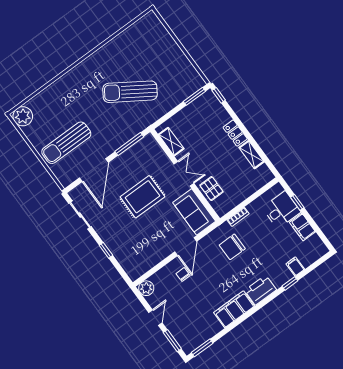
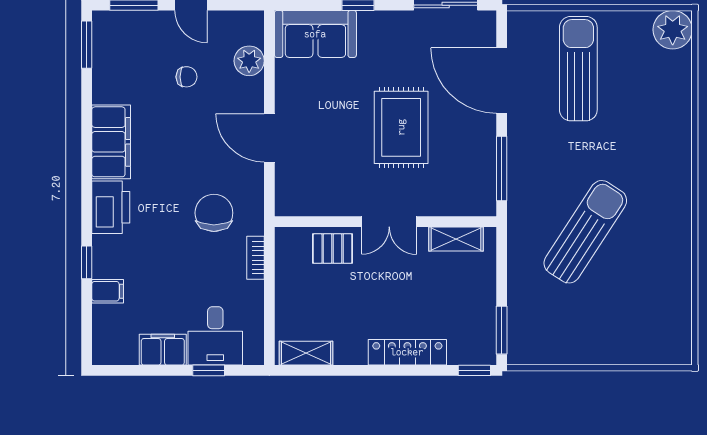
locker: (235, 133) -> (407, 352), width x1.53
shelving: (252, 155) -> (306, 353), moved
sofa: (194, 212) -> (315, 34), moved, turned 180
chair: (183, 274) -> (187, 77), moved
plant: (146, 288) -> (249, 61), moved

